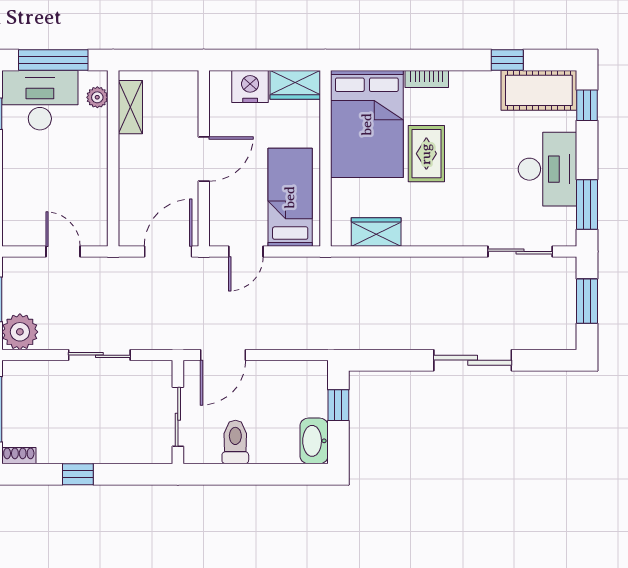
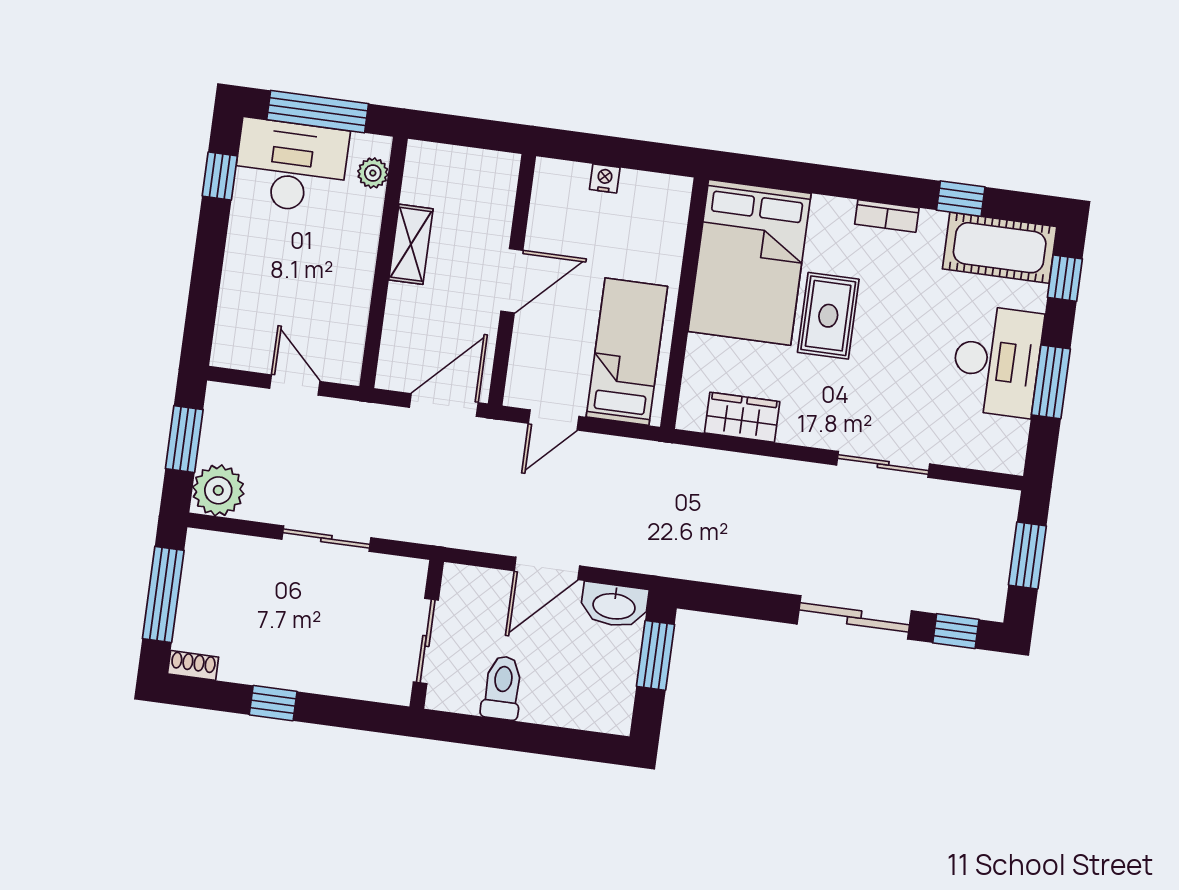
bookcase: (427, 79) -> (887, 216), moved
wardrobe: (295, 85) -> (656, 193), removed
nightstand: (250, 86) -> (605, 178), width x0.53, depth x0.56
shelving: (130, 107) -> (411, 244), moved
window: (587, 205) -> (1051, 382), moved
sliding door: (520, 251) -> (883, 464), moved
door: (223, 355) -> (547, 568), moved
window: (544, 360) -> (956, 631), added
window: (338, 405) -> (655, 655), width x1.50
washbasin: (314, 441) -> (614, 605), moved, turned -90

